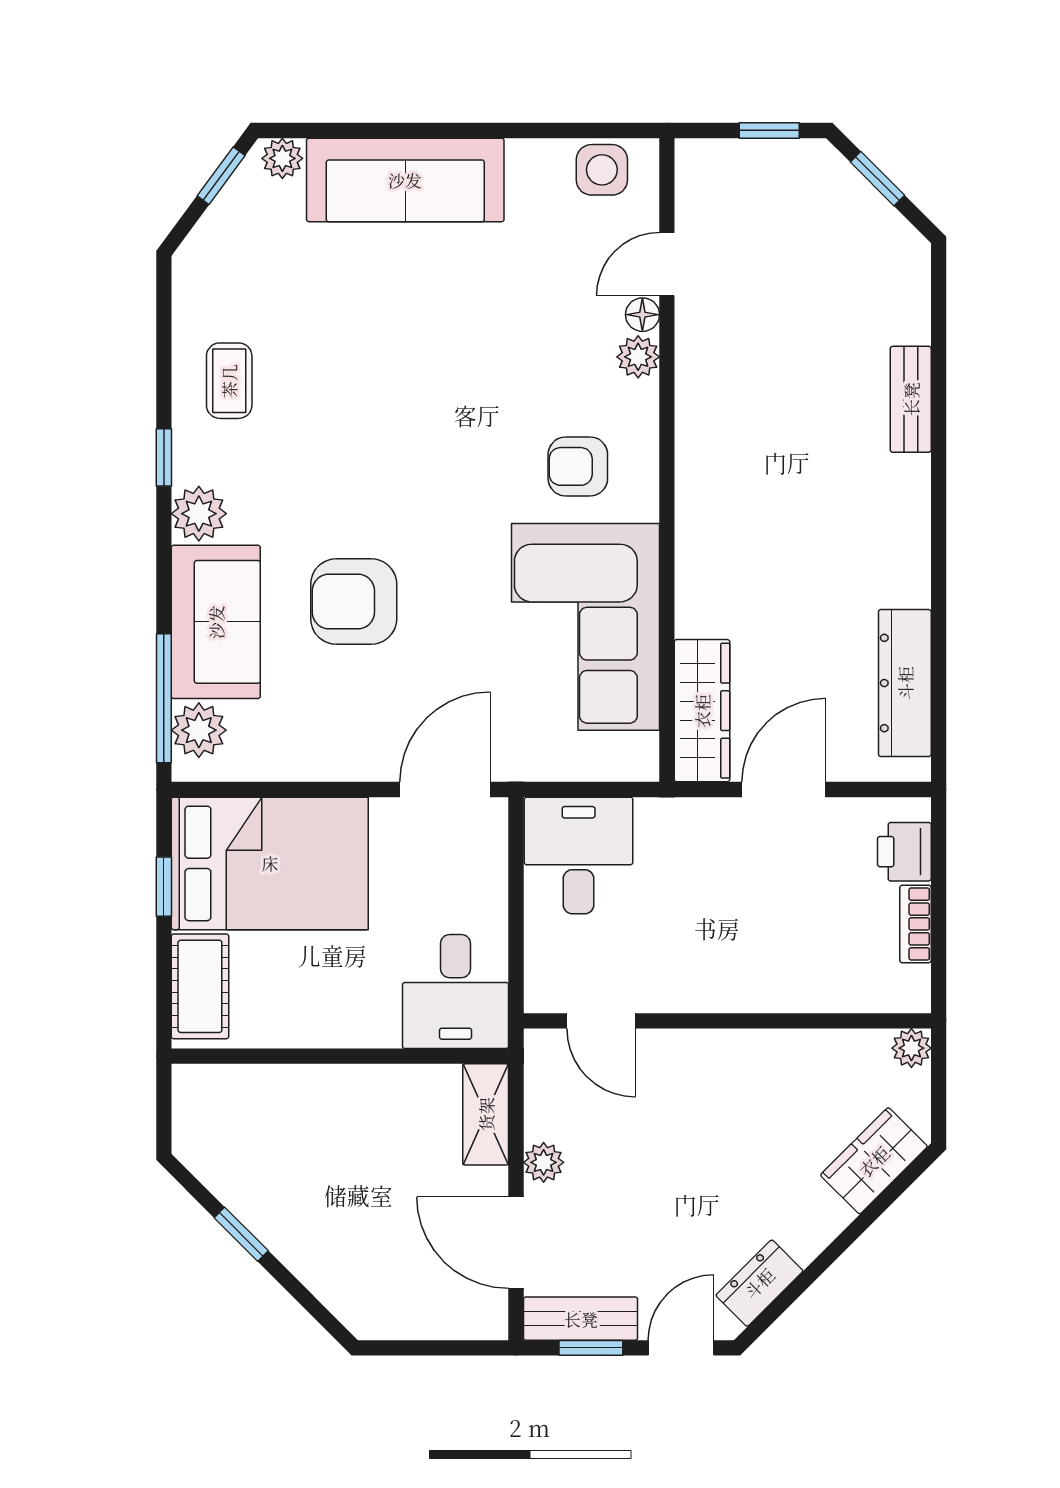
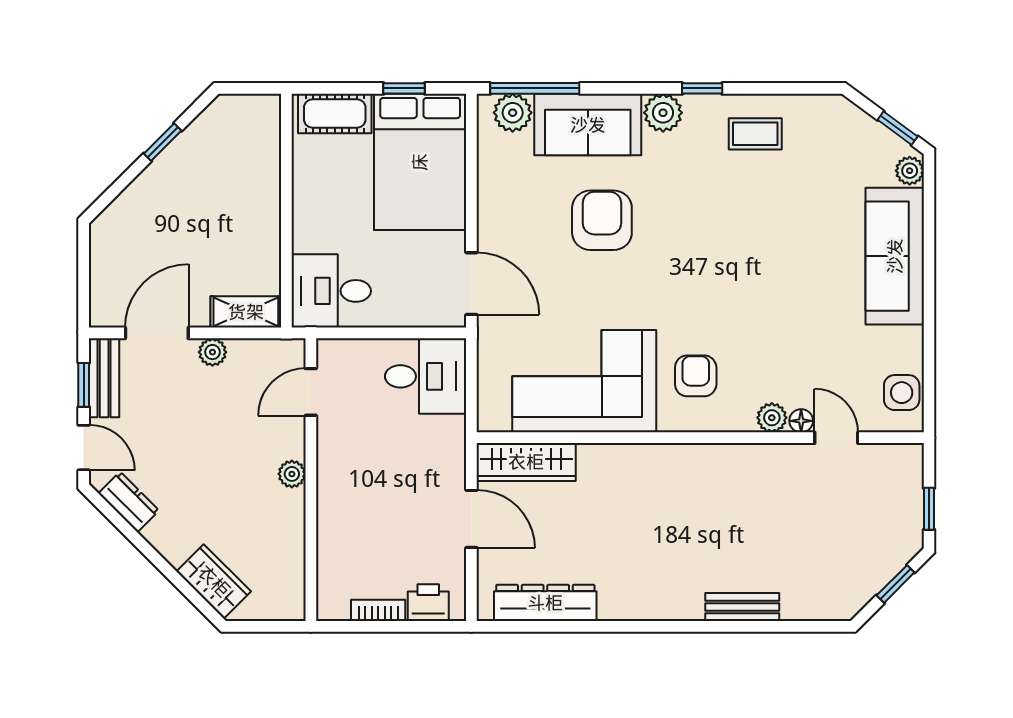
plant: (911, 1048) -> (292, 474), moved

